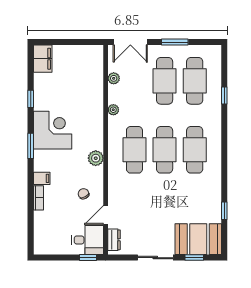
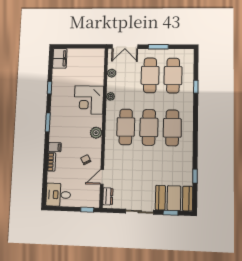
corner desk: (53, 130) -> (89, 100), moved, turned 180
desk: (88, 240) -> (58, 195), moved, turned 180

